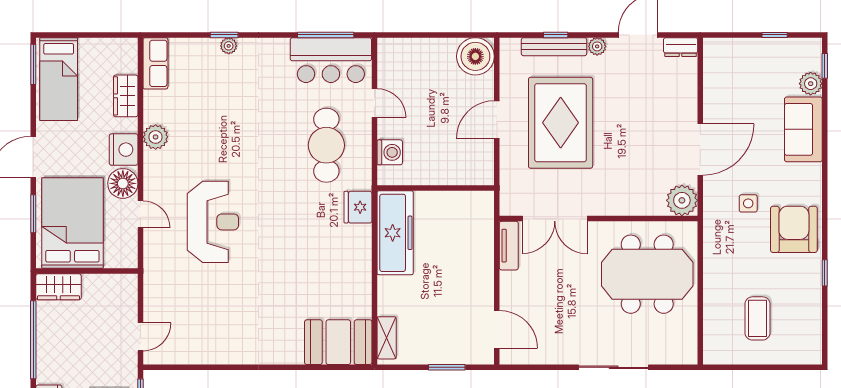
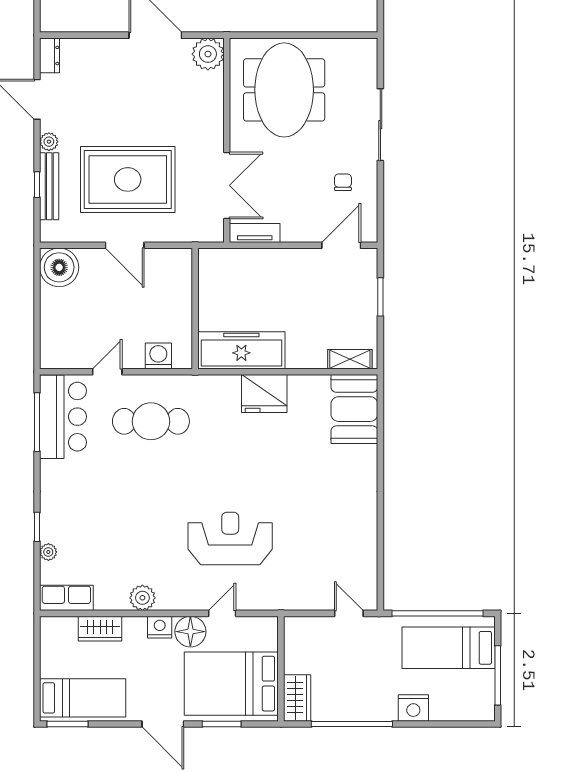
plant: (229, 46) -> (48, 552), moved
nightstand: (124, 150) -> (160, 627), width x0.74, depth x0.75
fridge: (358, 207) -> (264, 394), moved, width x1.36, depth x1.34
chair: (558, 331) -> (343, 182), added

